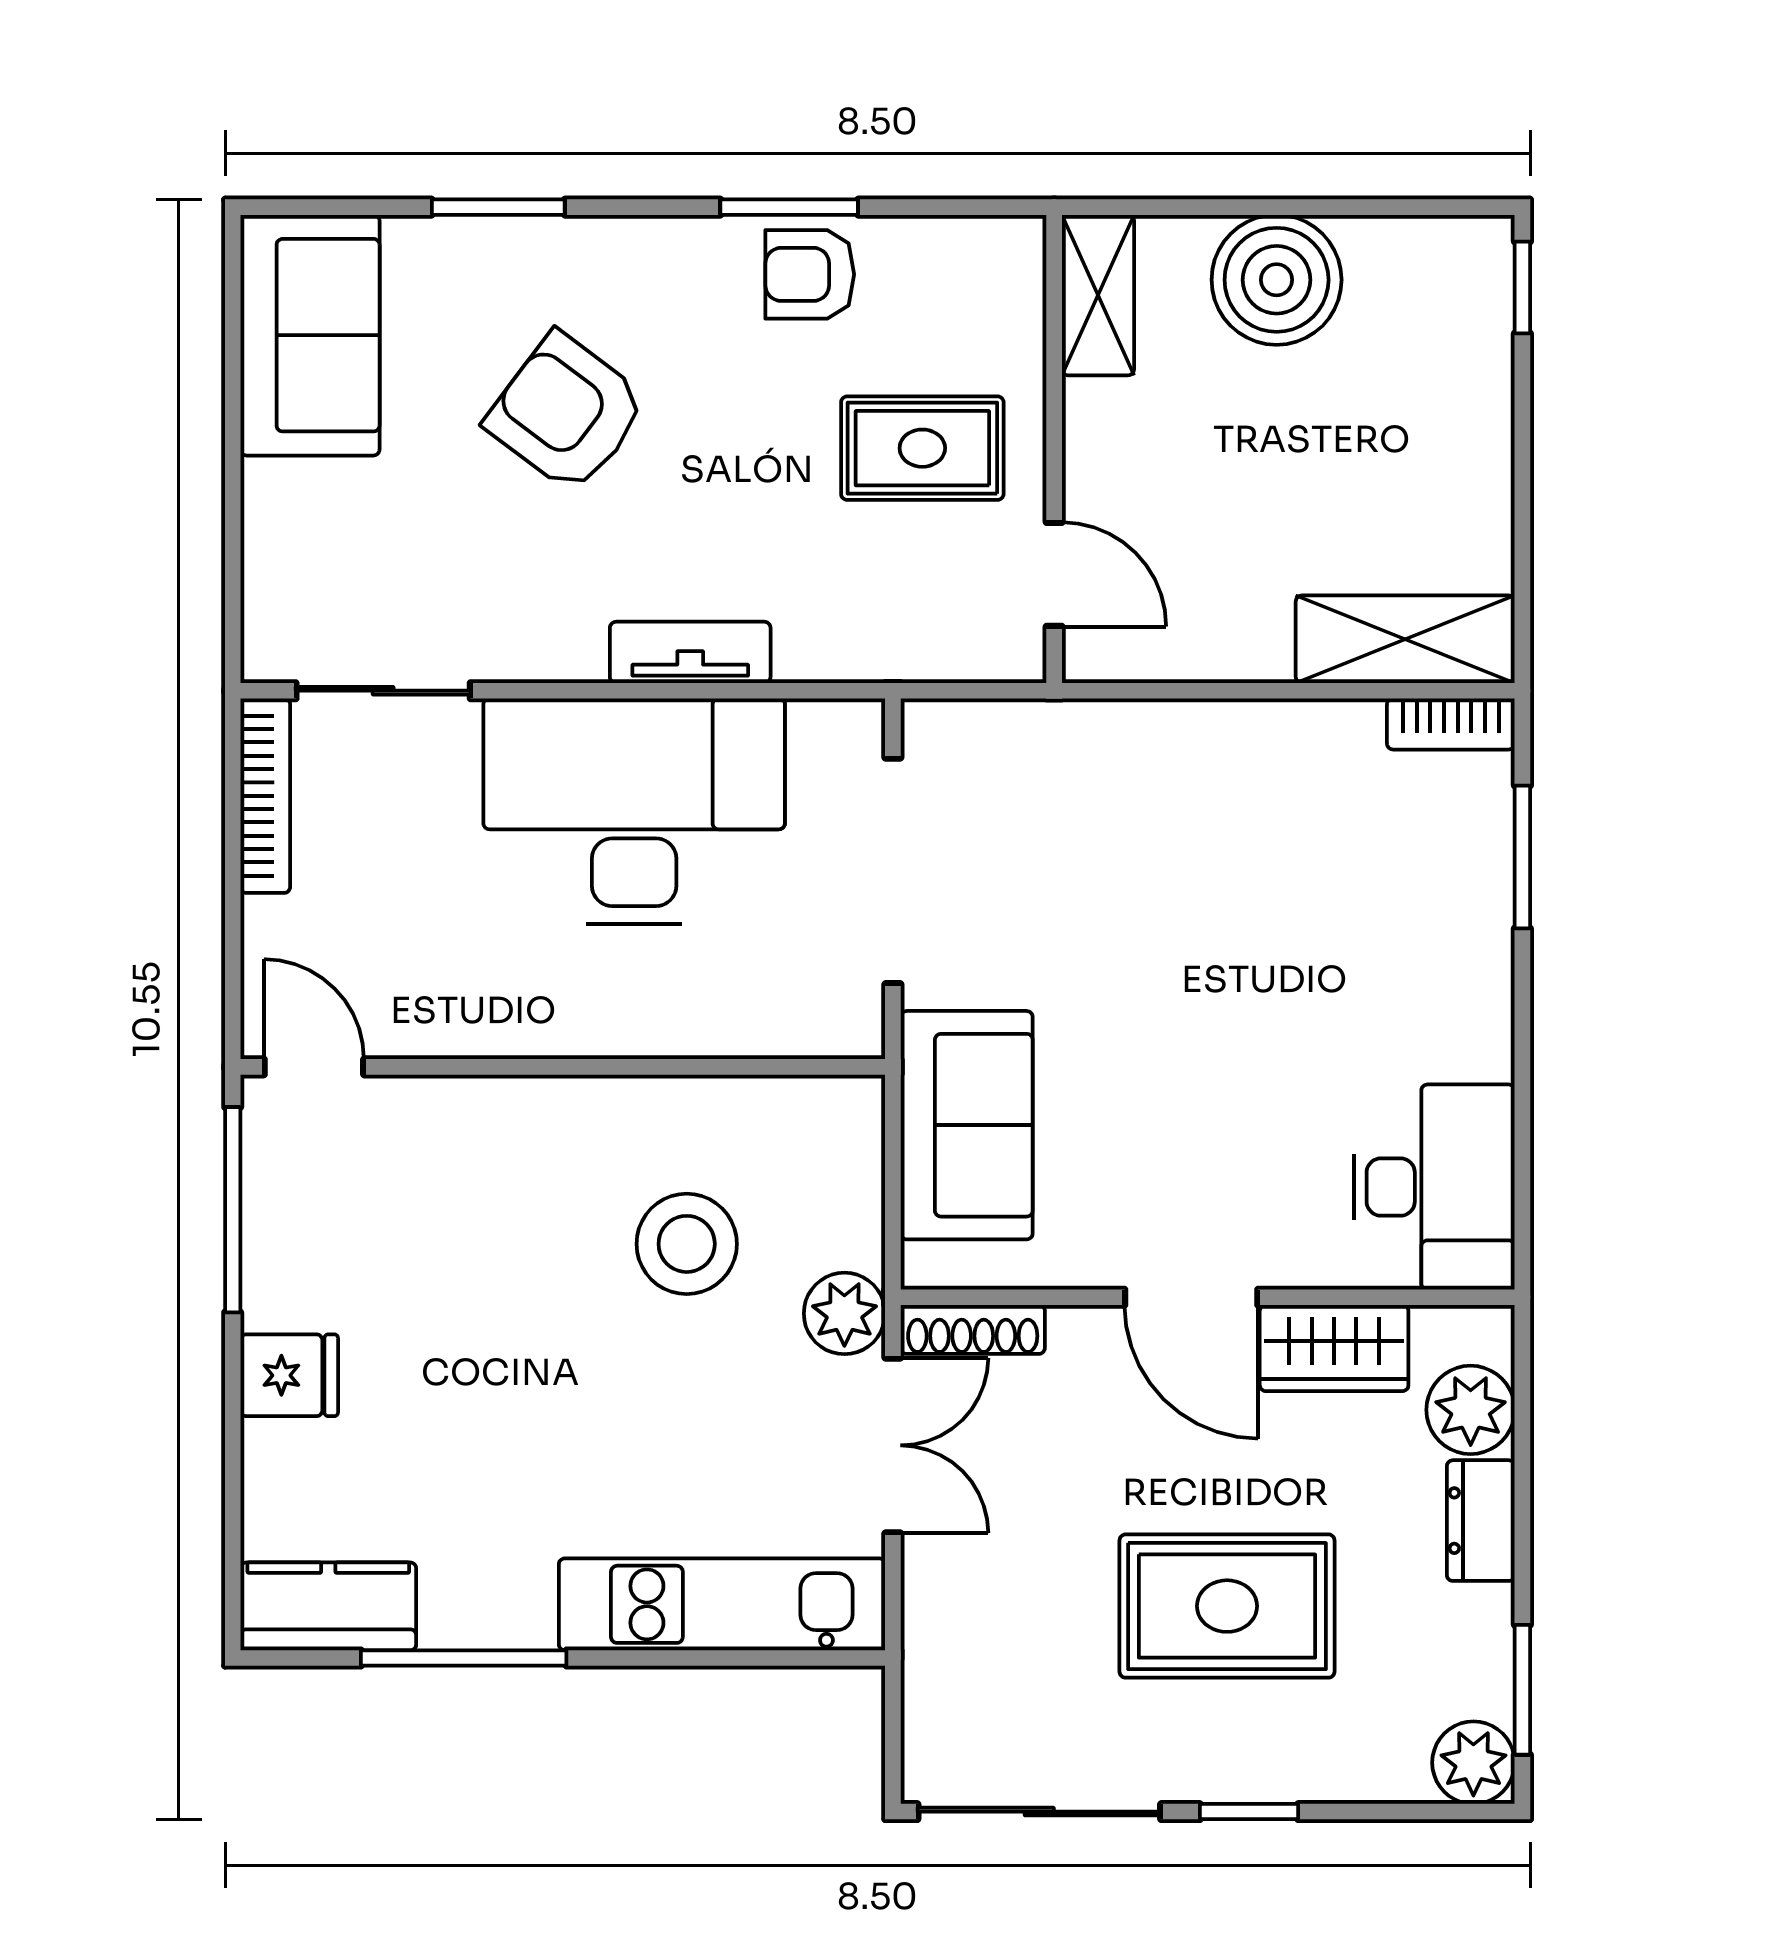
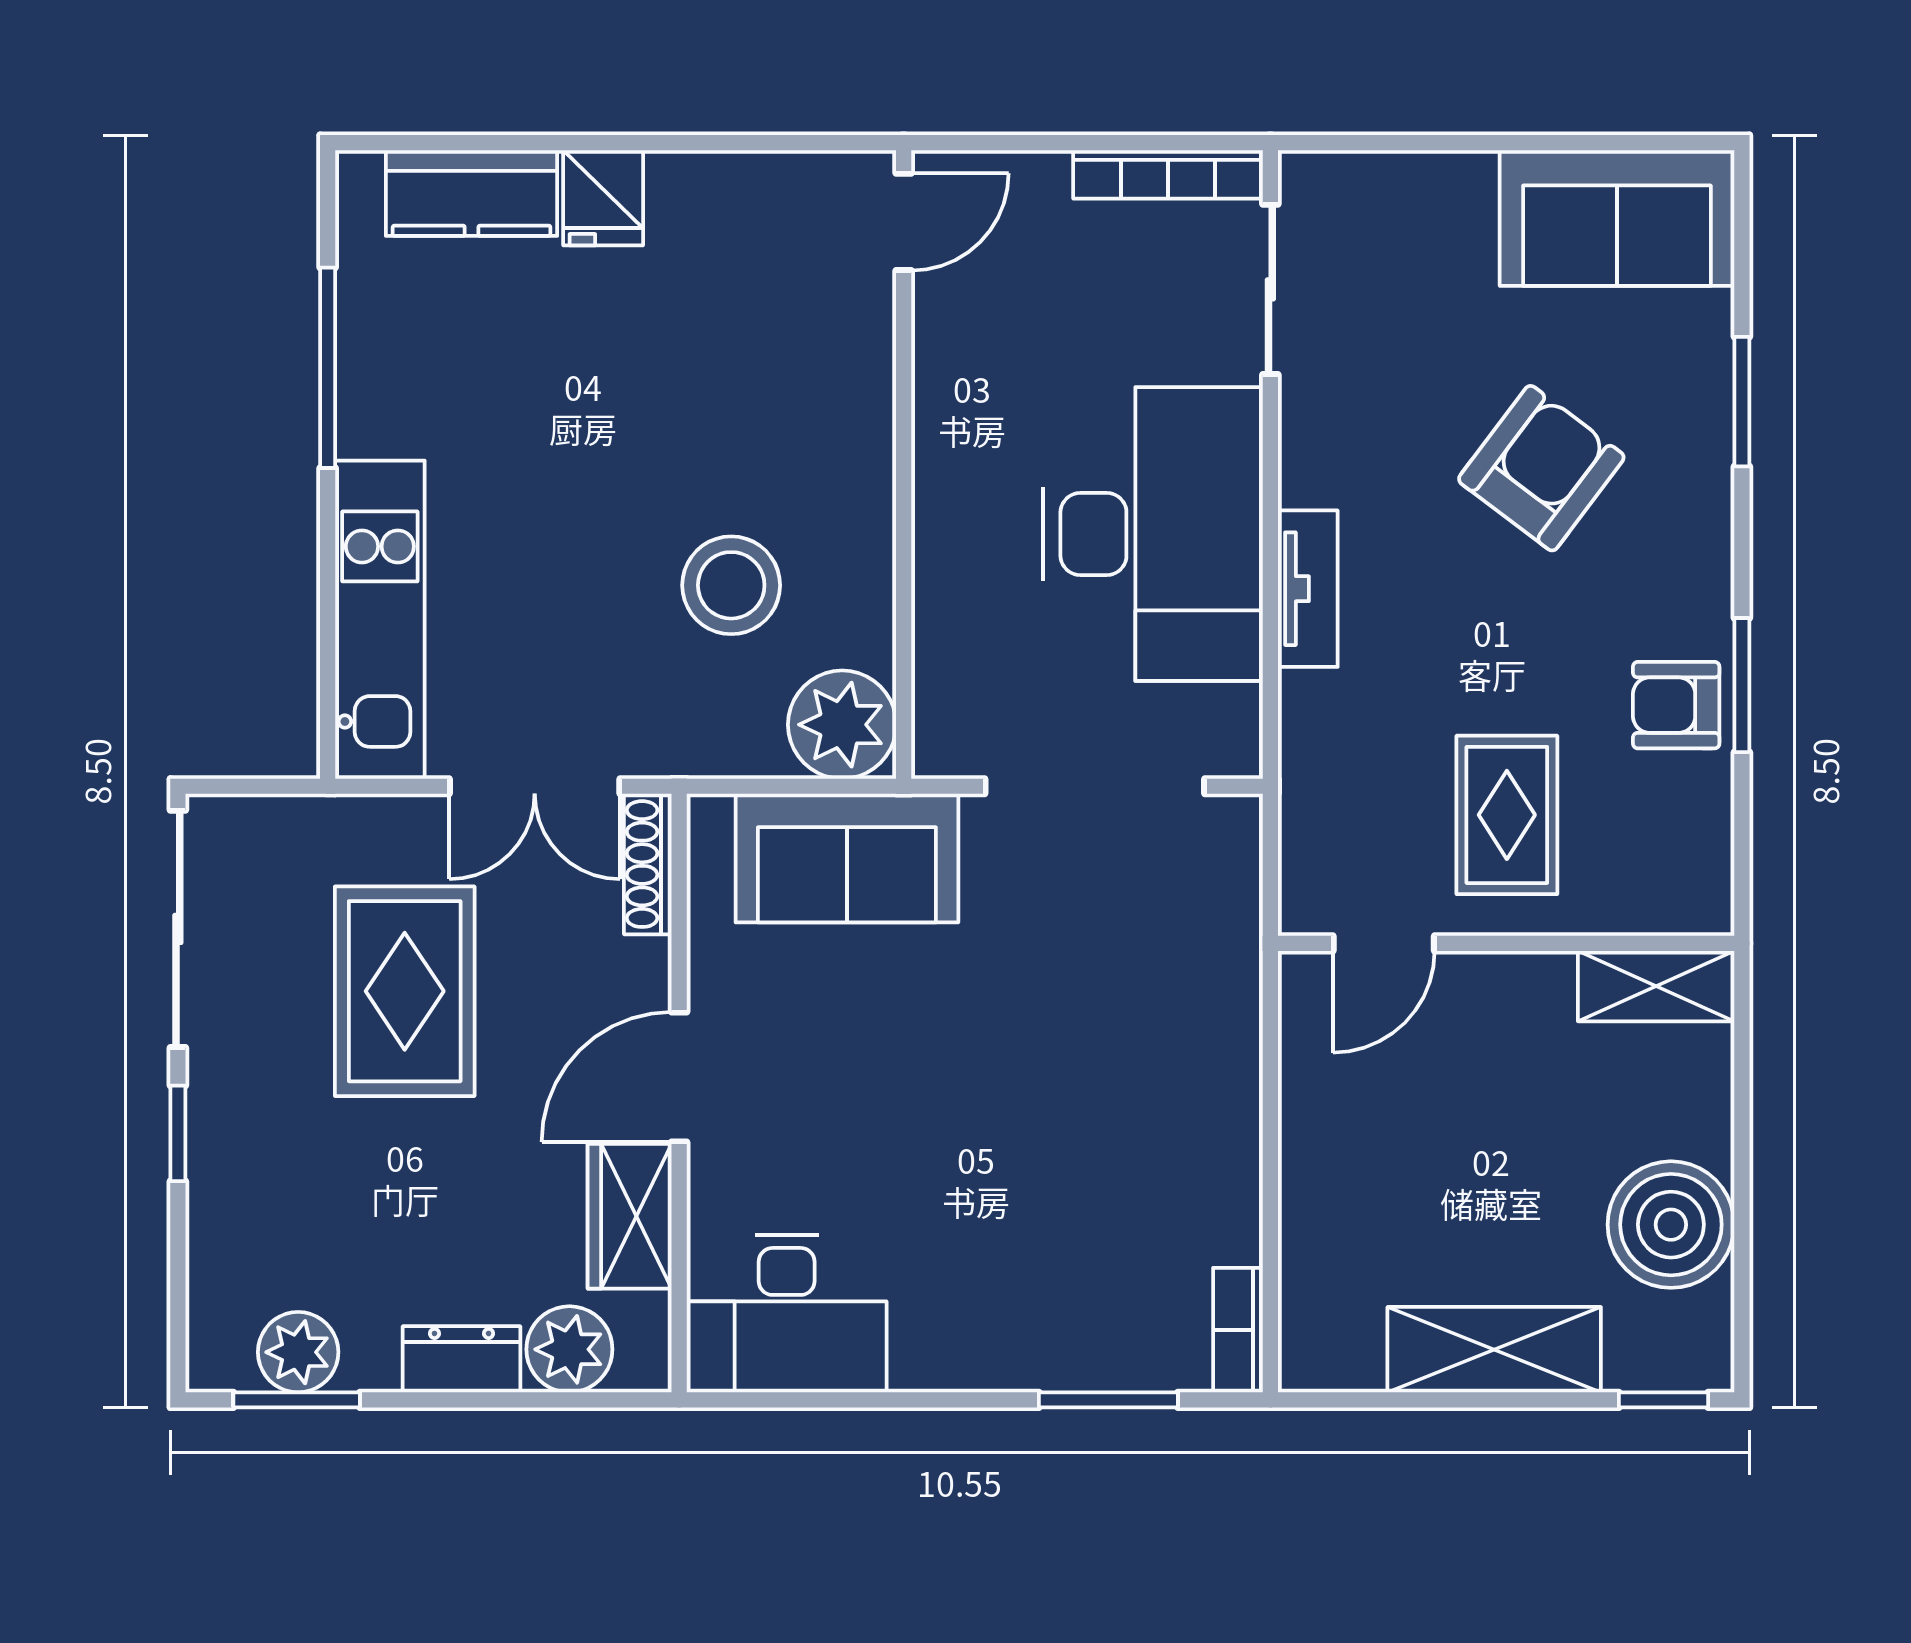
armchair: (810, 274) -> (1676, 705), turned -90
boiler: (1277, 280) -> (1671, 1225), moved
shelving: (1405, 639) -> (1494, 1350), moved, turned 90
window: (233, 1210) -> (765, 143), removed
plant: (844, 1313) -> (842, 725), moved, width x1.36, depth x1.36
kitchen counter: (328, 1606) -> (472, 193), moved, turned 90
rug: (1227, 1606) -> (405, 991), moved
plant: (1473, 1763) -> (298, 1352), moved

